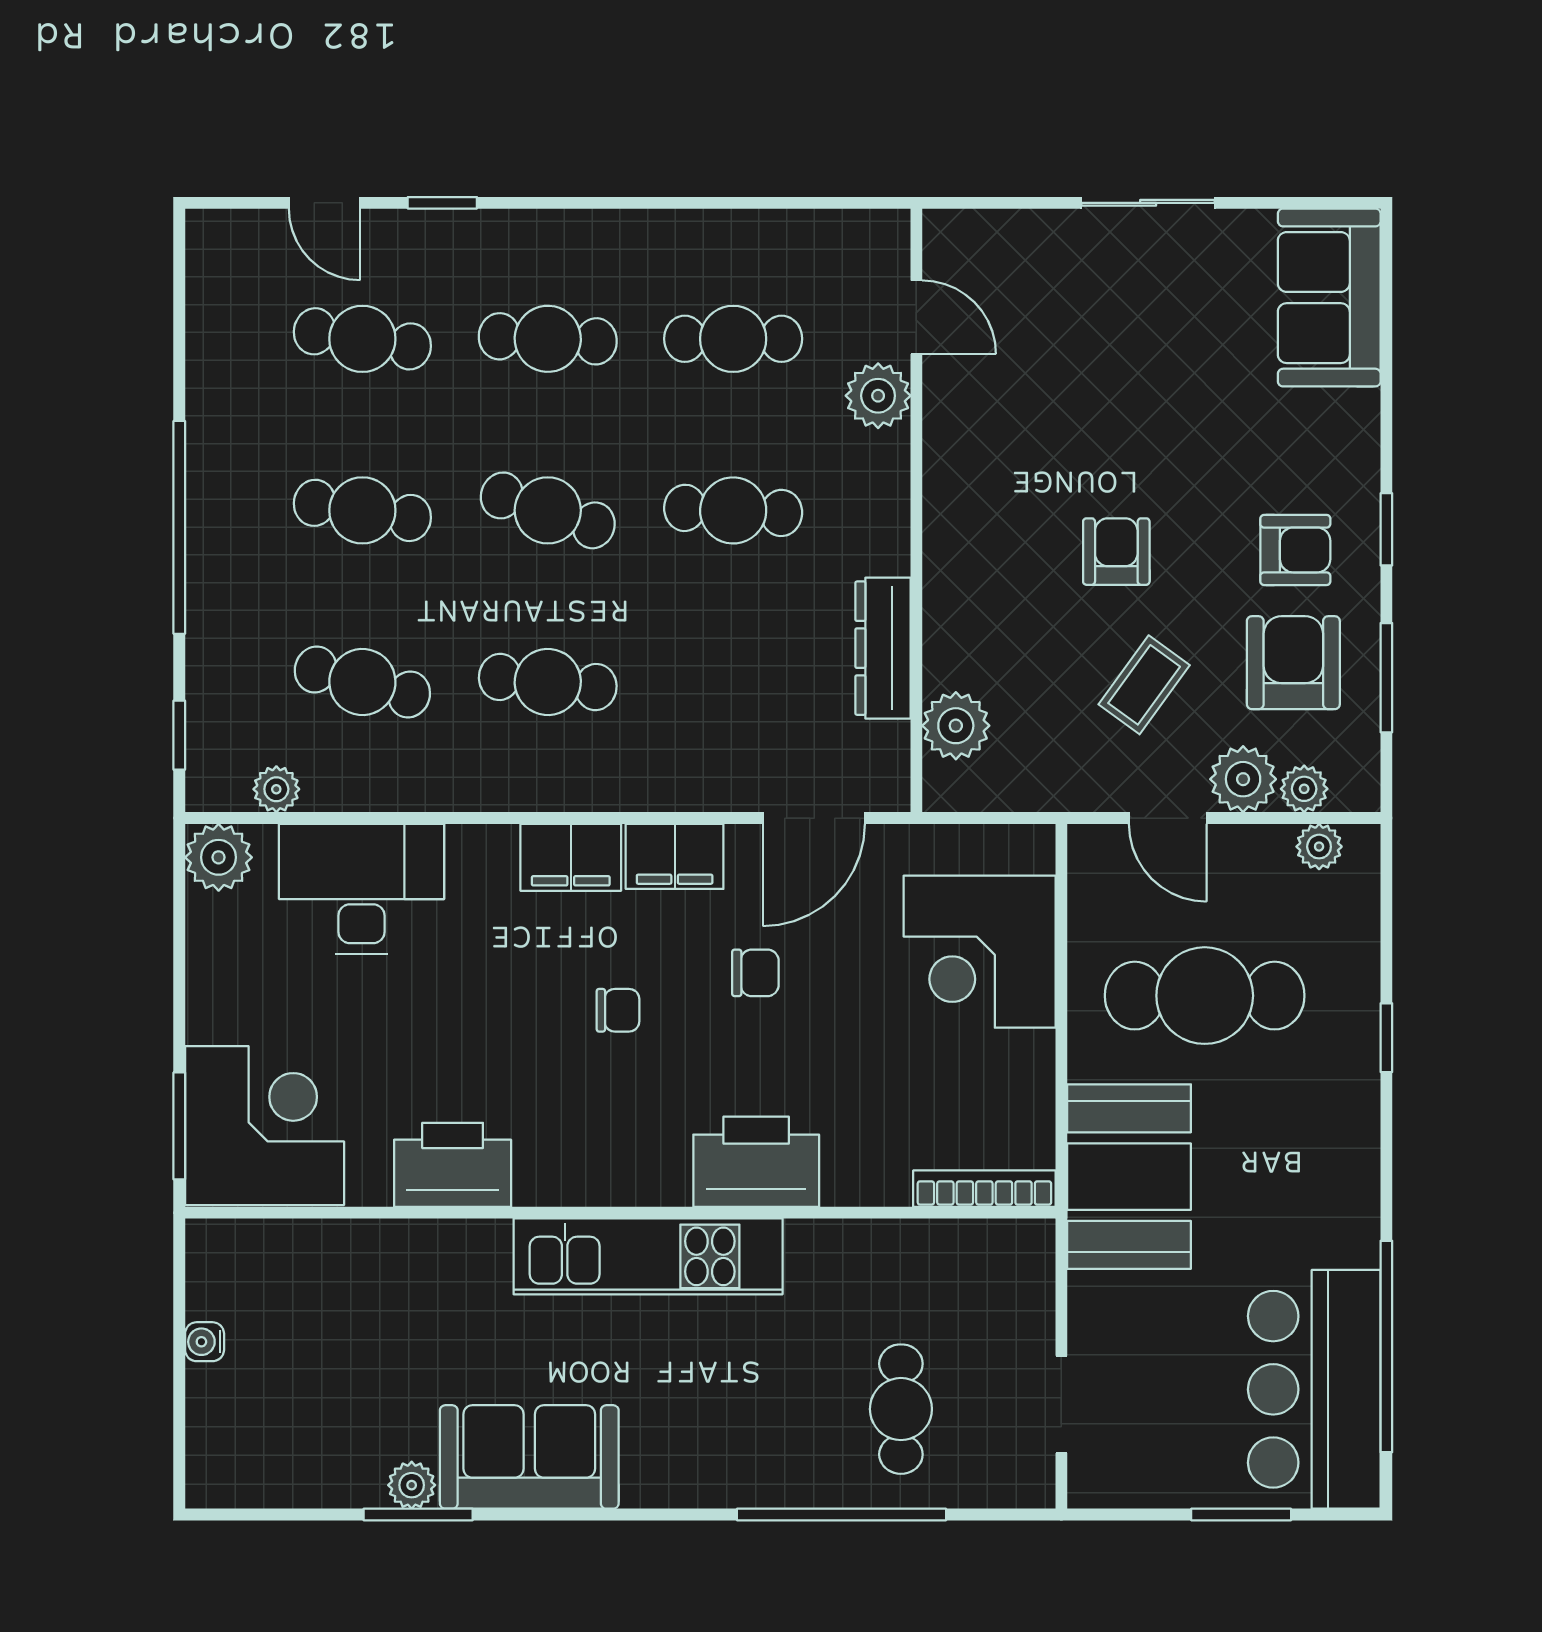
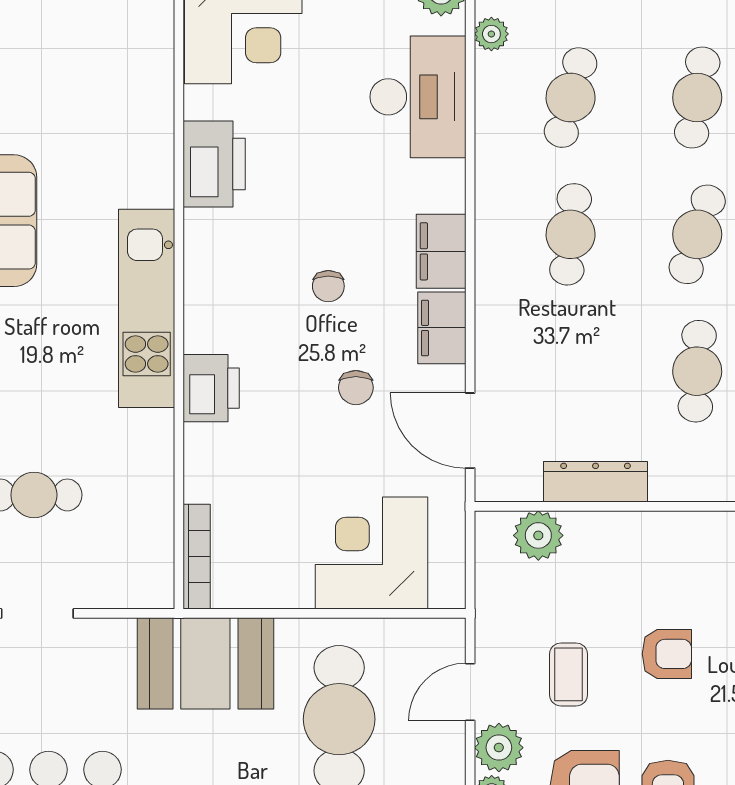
coffee table: (1144, 685) -> (568, 674), turned 54
printer: (756, 1162) -> (211, 388), width x0.73, depth x0.84

